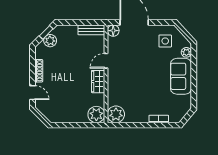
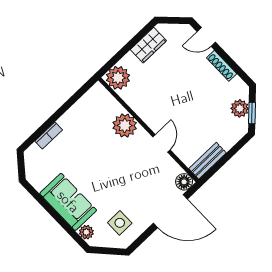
wardrobe: (98, 82) -> (148, 45), moved, turned 90
plant: (116, 114) -> (125, 126), moved

